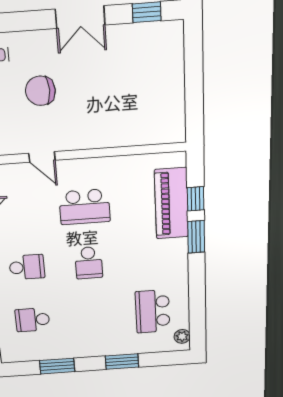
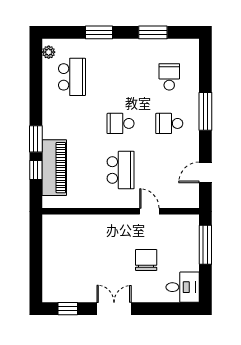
chair: (40, 91) -> (146, 260), turned -90
school desk: (85, 207) -> (121, 170), turned 90
school desk: (89, 263) -> (121, 123), turned -90
school desk: (33, 320) -> (169, 77), turned -90

